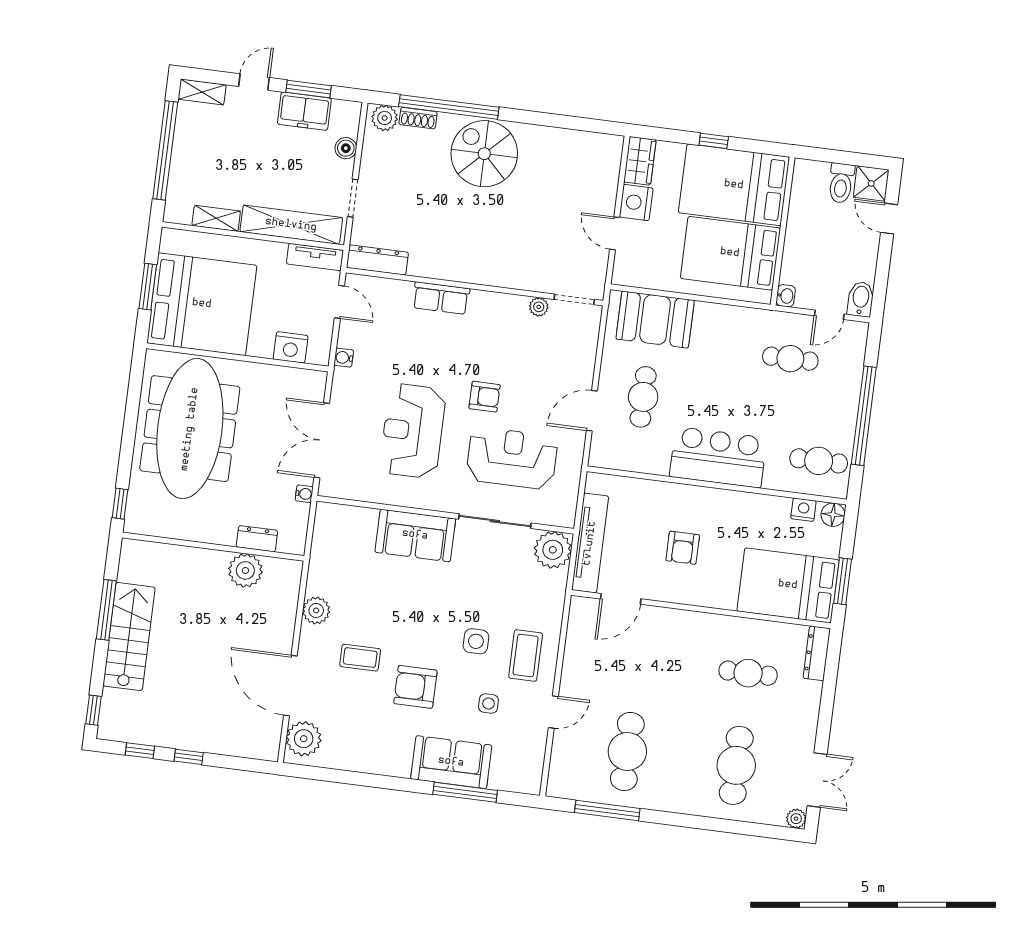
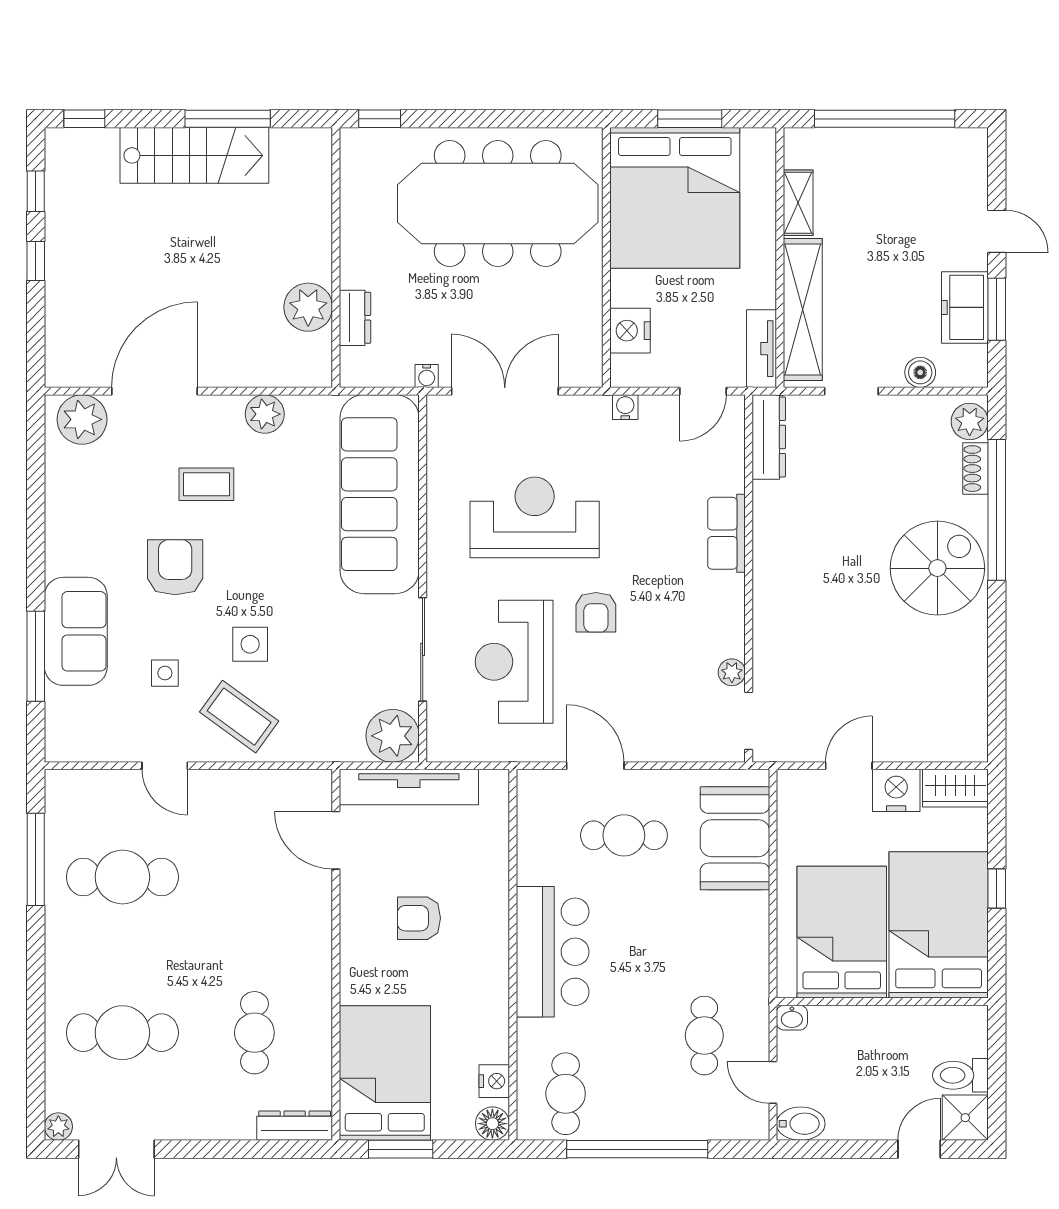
shelving: (202, 92) -> (973, 160), removed
reception desk: (512, 458) -> (514, 662), turned 180
sofa: (415, 535) -> (380, 494), width x1.85, depth x1.27
coffee table: (526, 655) -> (239, 717), turned 36
coffee table: (360, 658) -> (206, 484), turned 90

